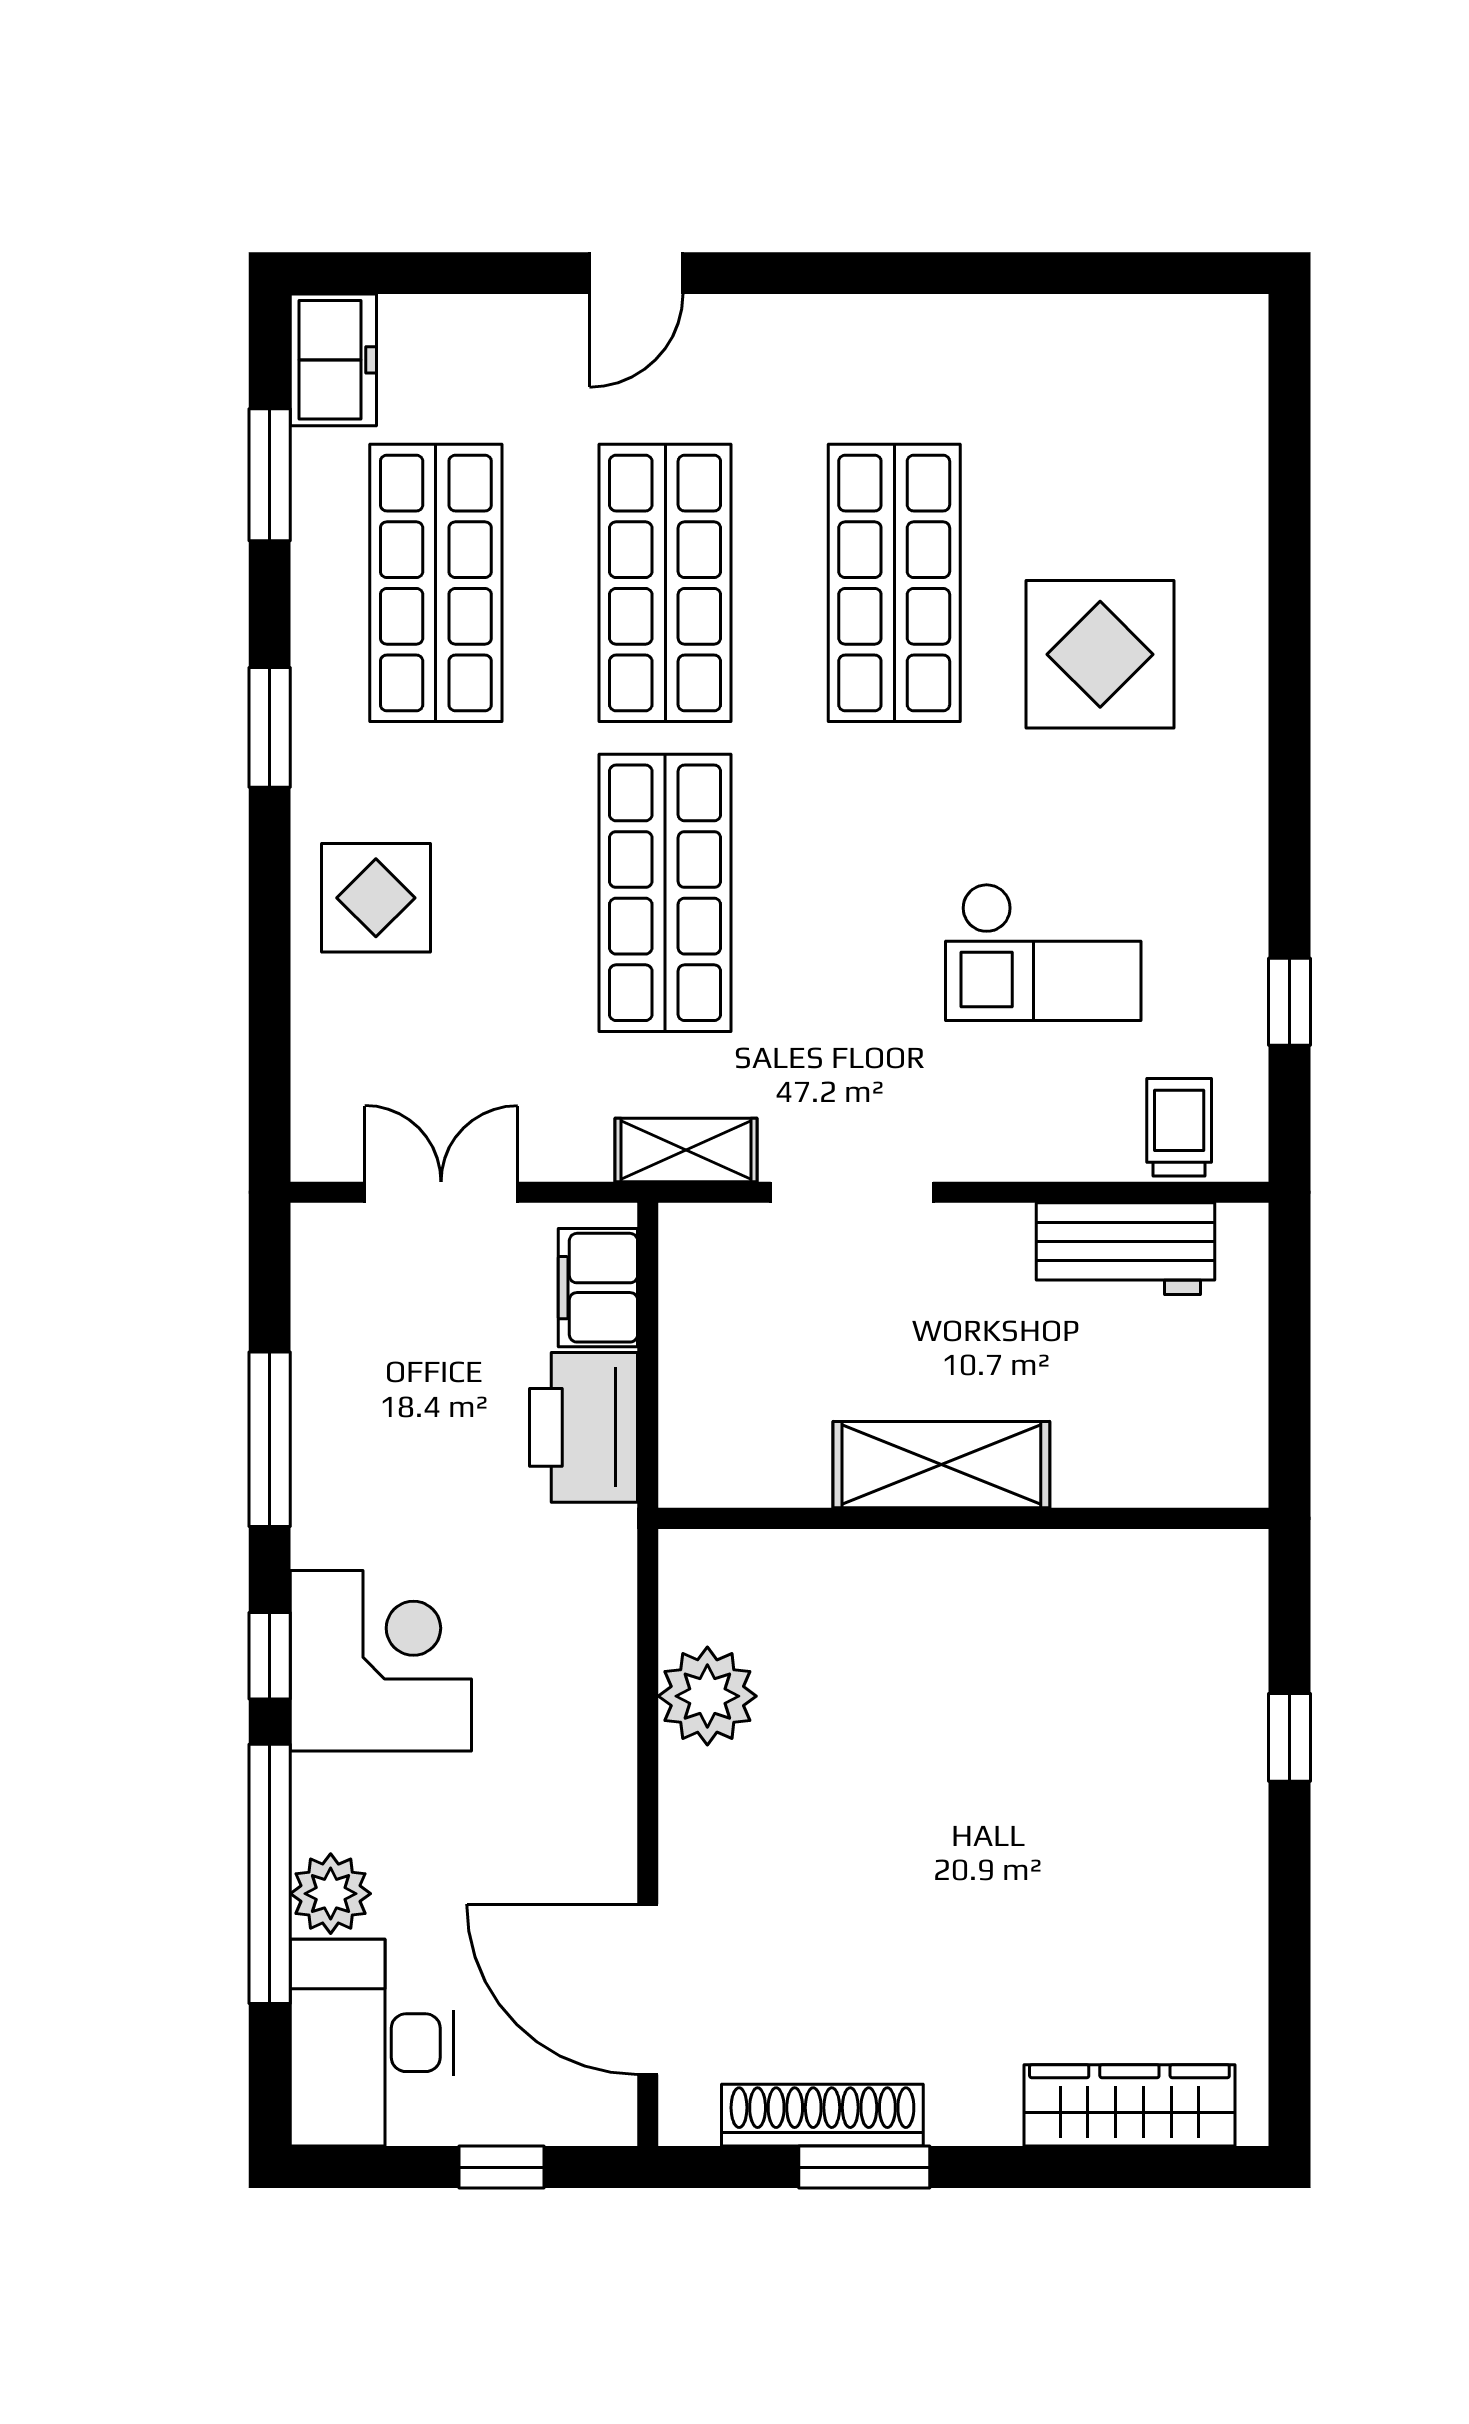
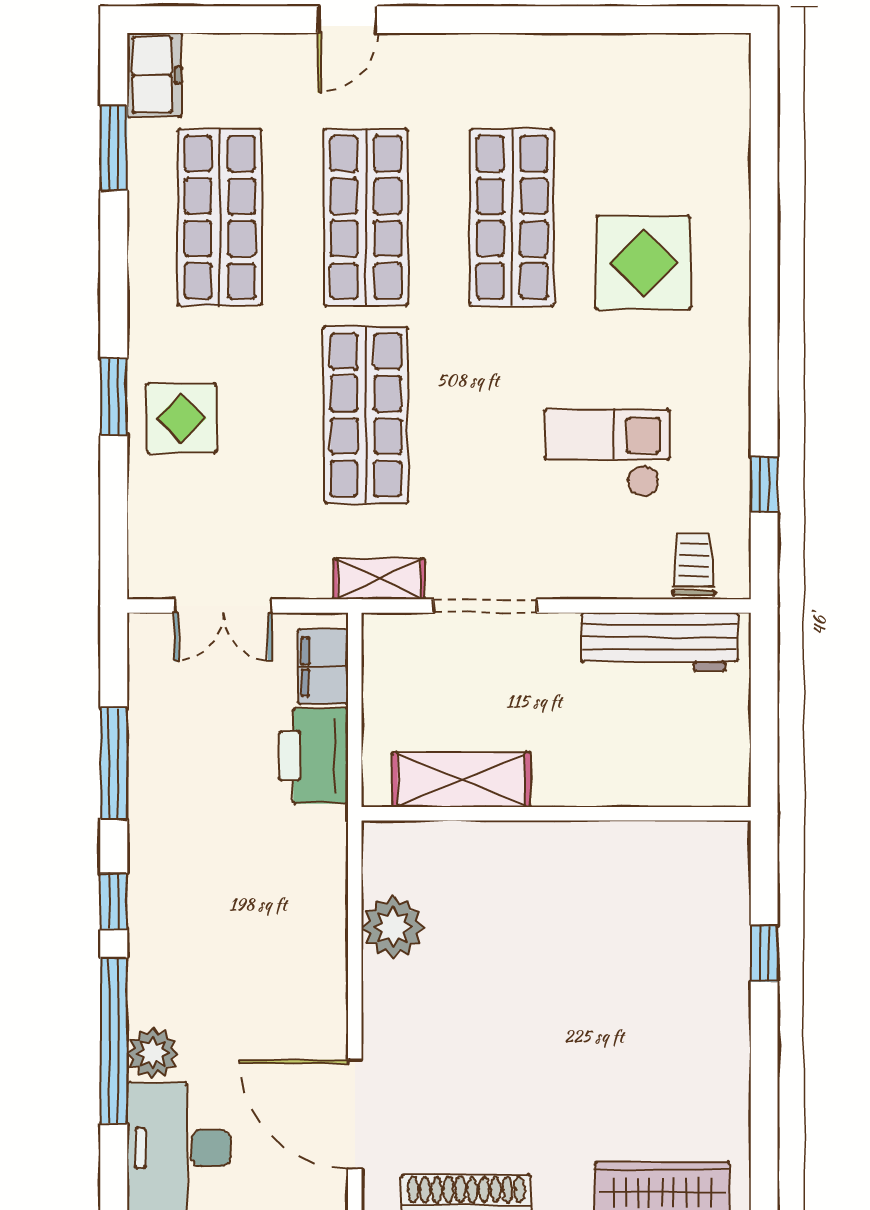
window: (270, 727) -> (114, 397), moved
checkout: (1043, 952) -> (607, 453), turned 180
double door: (441, 1192) -> (223, 606), swing flipped
workbench: (1126, 1249) -> (660, 642), width x1.38
shelving: (941, 1465) -> (461, 780), moved
corner desk: (381, 1661) -> (185, 905), removed

